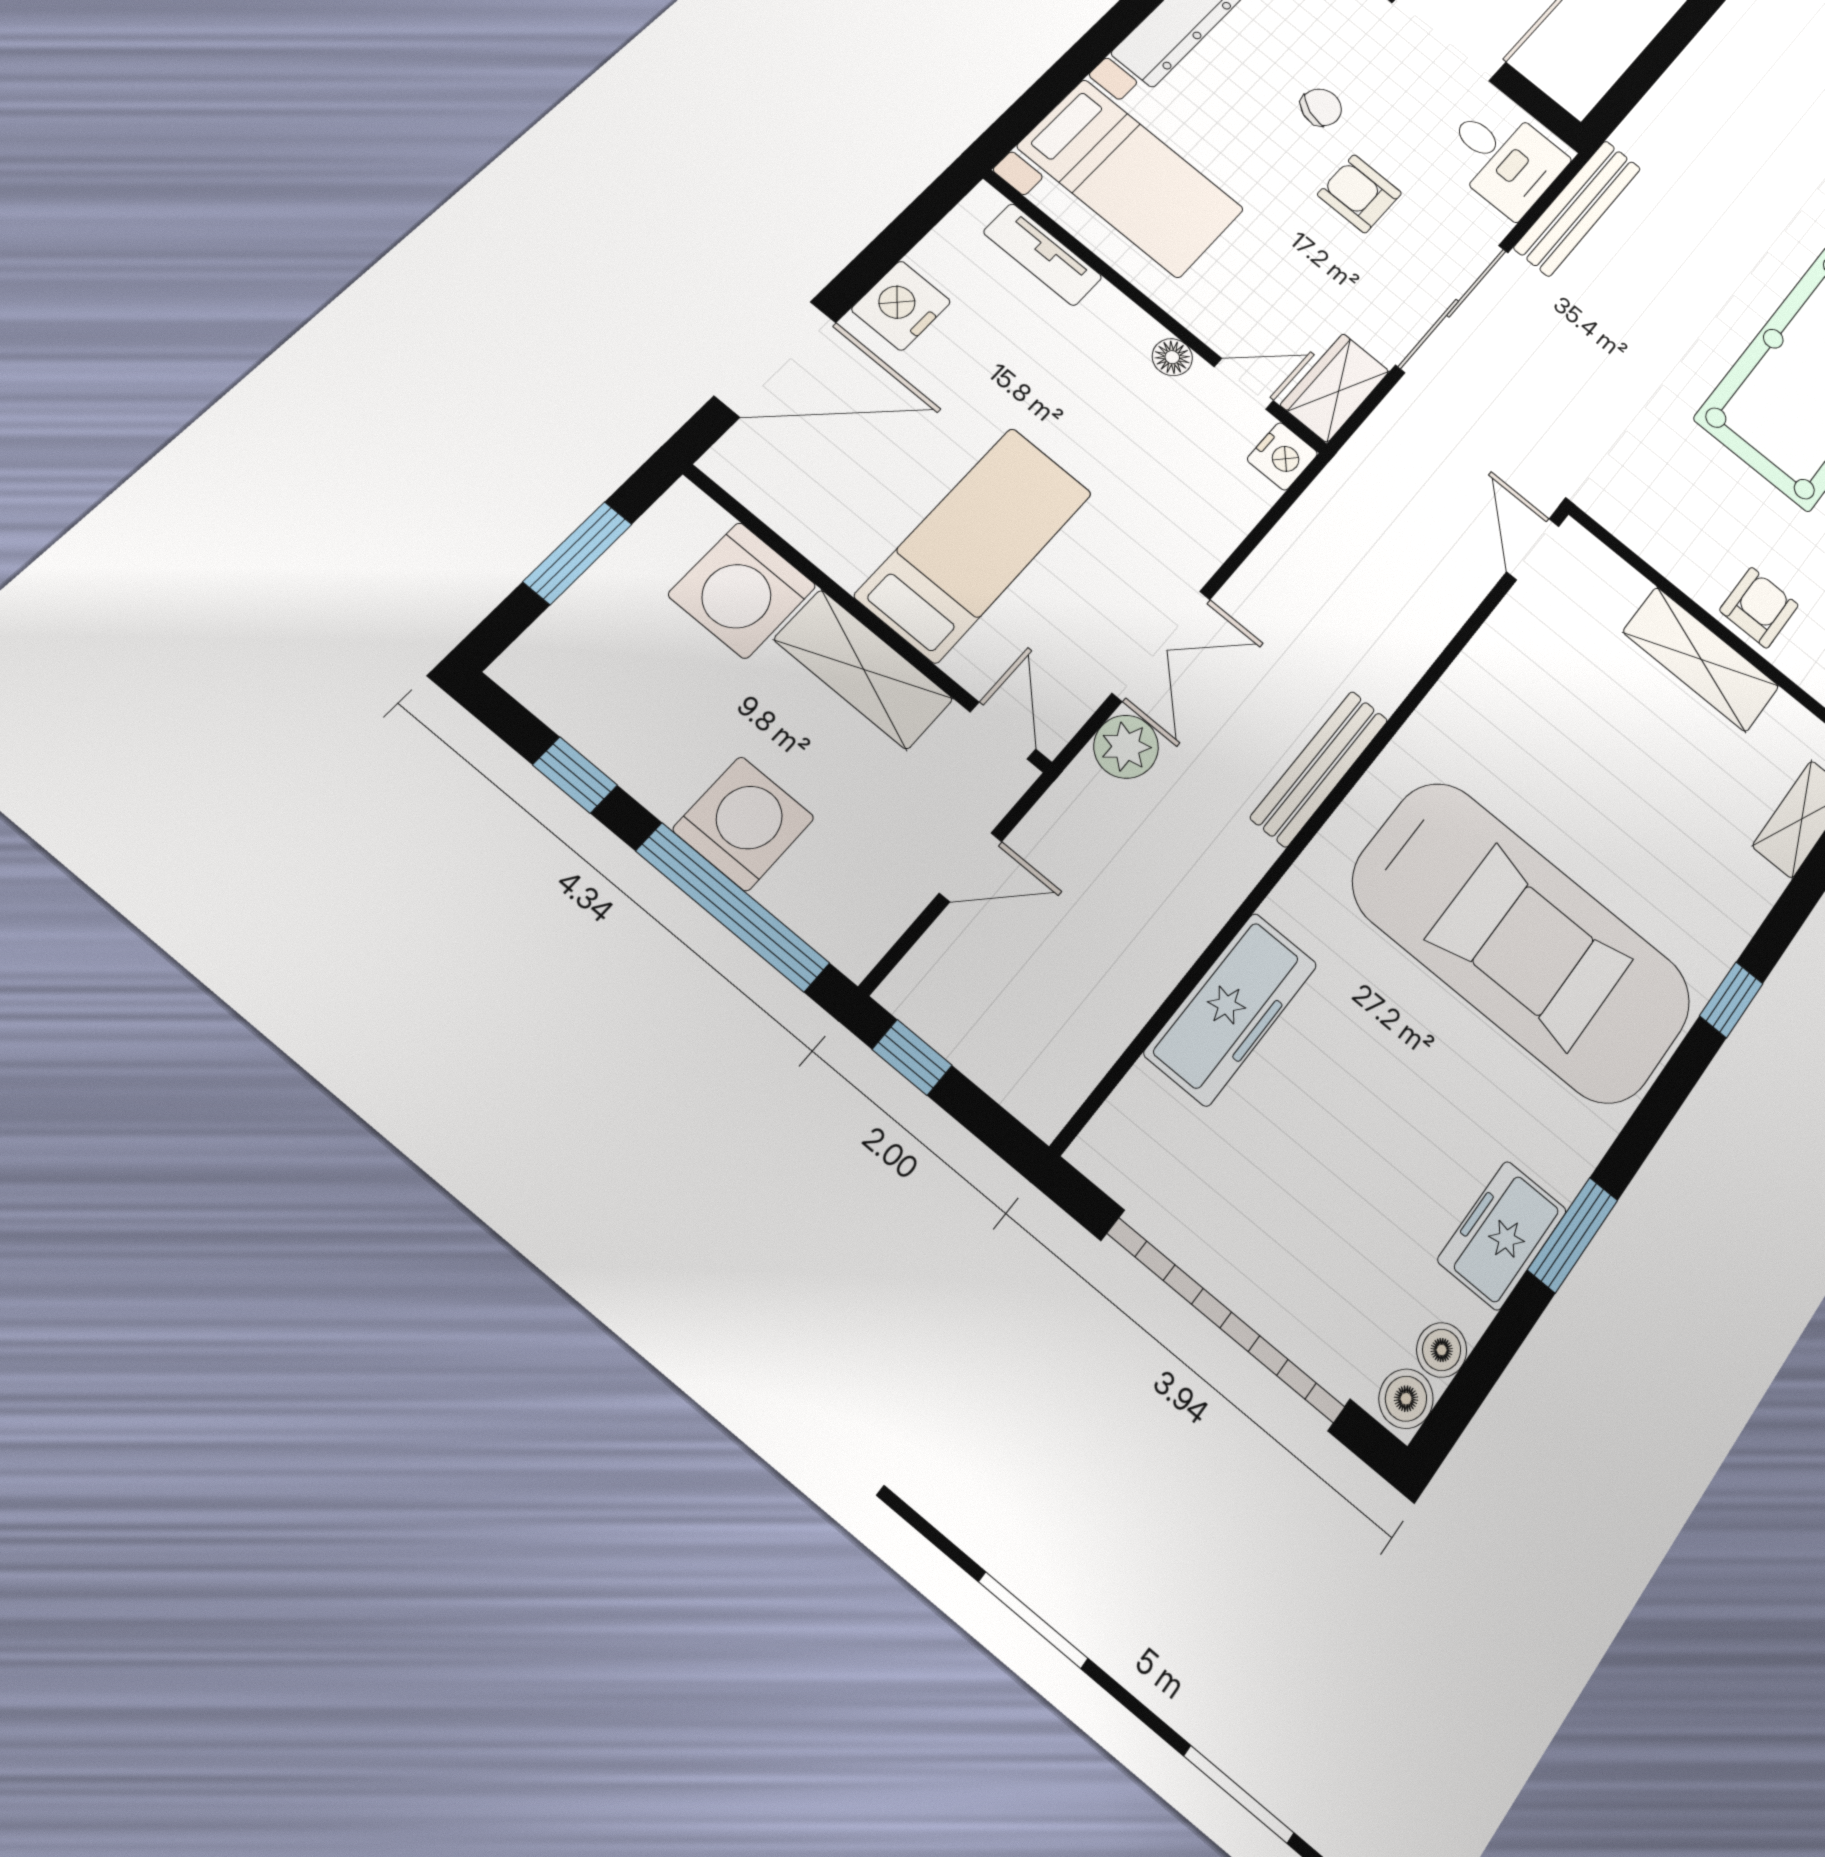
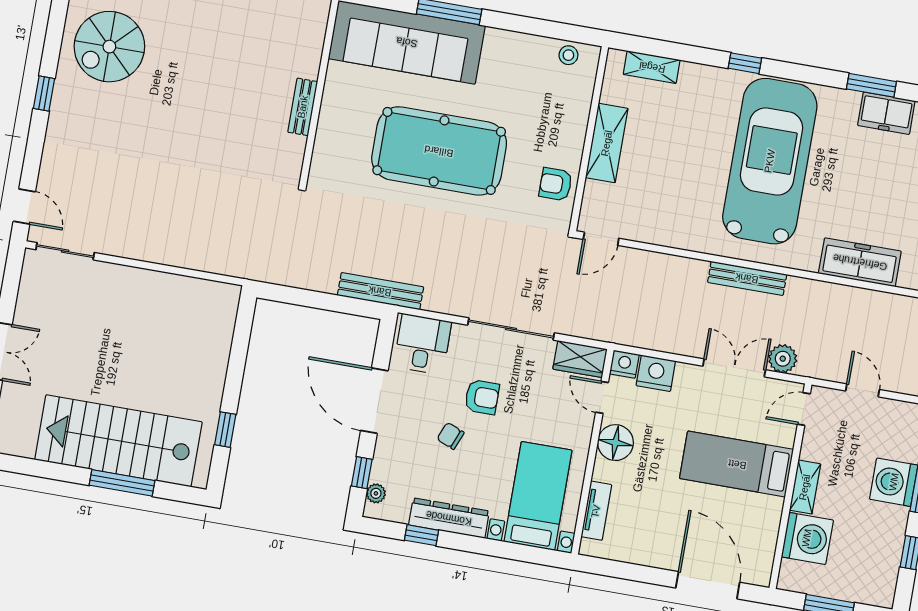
armchair: (1359, 194) -> (482, 397), turned -90
bench: (1578, 208) -> (380, 291), moved
nightstand: (901, 306) -> (656, 373), moved, turned 180
floor lamp: (1172, 357) -> (615, 443), width x1.89, depth x1.89
armchair: (1759, 608) -> (556, 184), moved
shelving: (863, 669) -> (805, 487), width x0.67, depth x0.75

